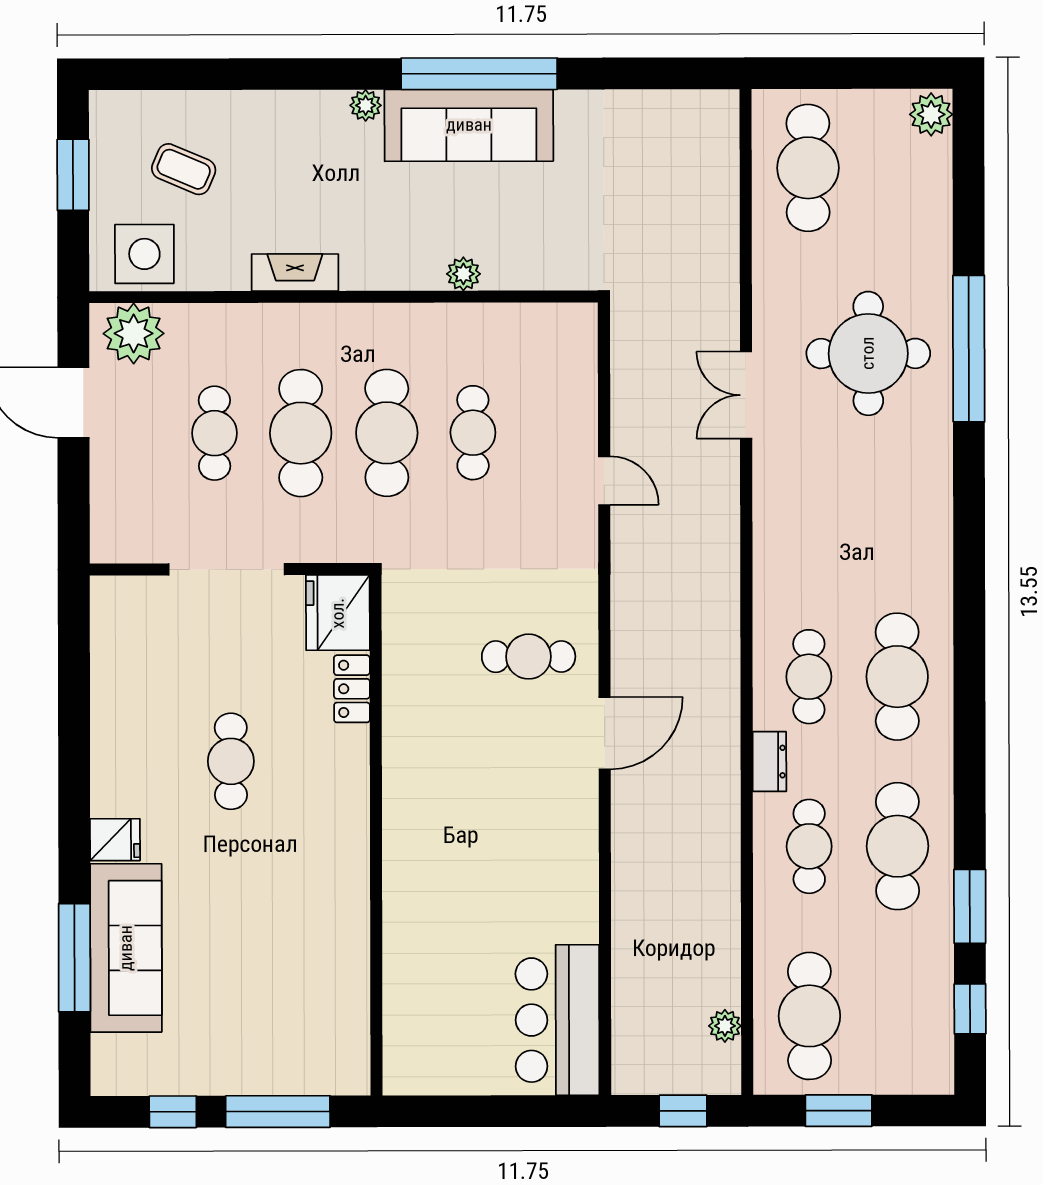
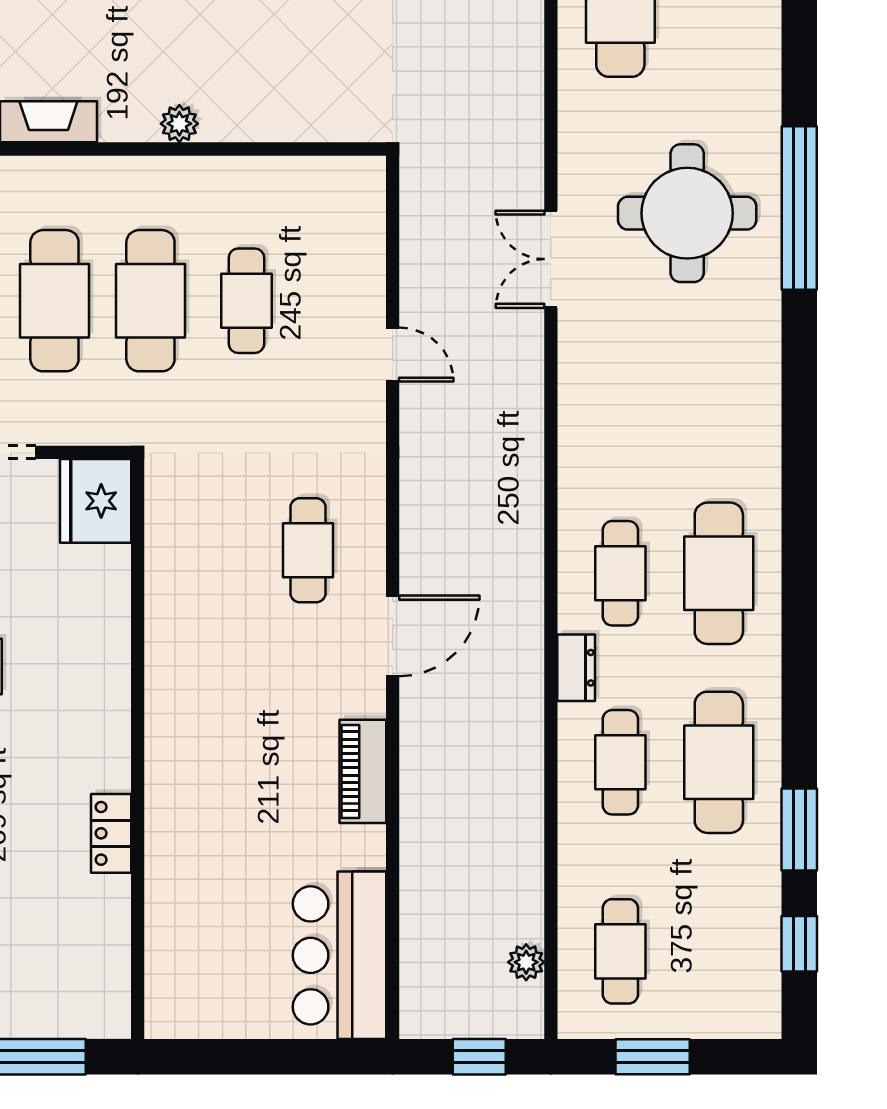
plant: (463, 274) -> (179, 124), moved
cafe table: (529, 657) -> (308, 550), turned 90
locker: (352, 689) -> (111, 833), moved
piano: (578, 855) -> (363, 771), added
cafe table: (809, 1016) -> (620, 951), width x0.73, depth x0.74

